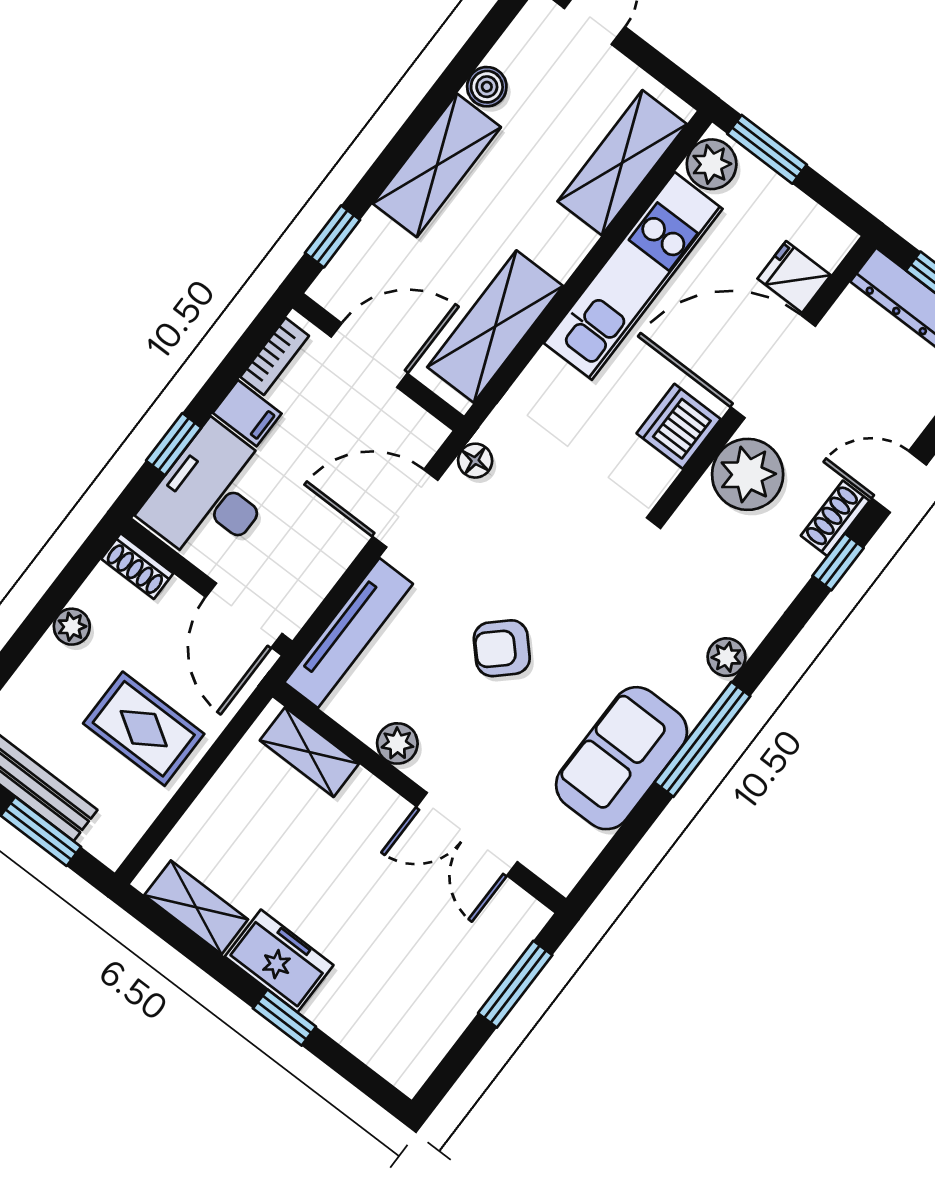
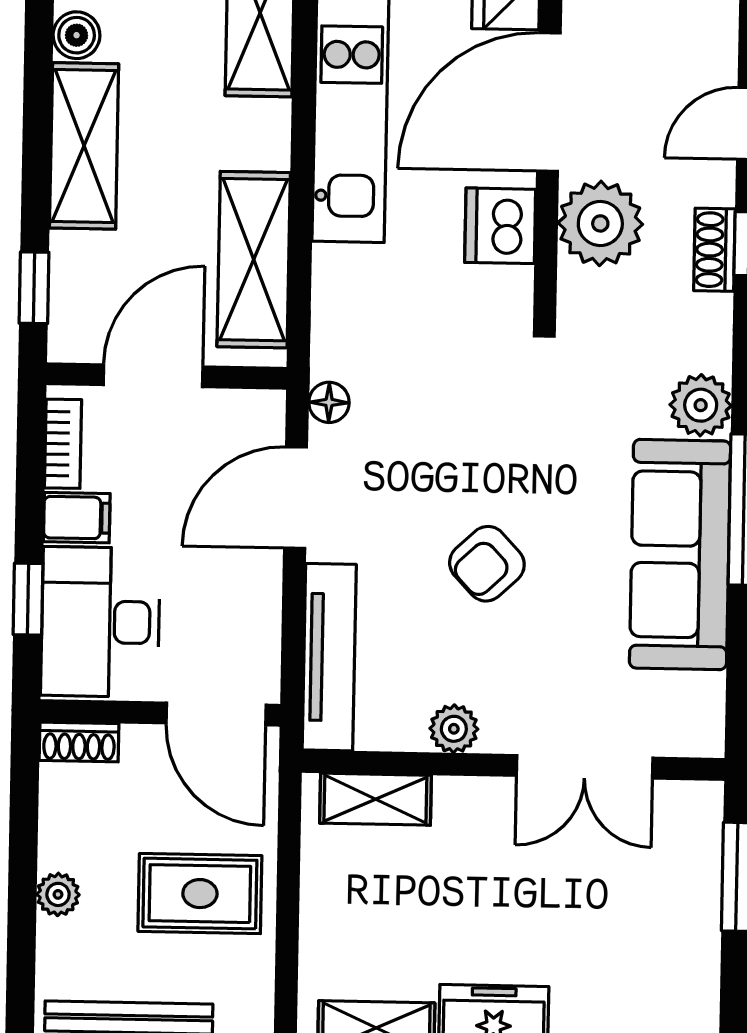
shoe rack: (835, 518) -> (714, 250), moved
plant: (72, 627) -> (58, 894), moved
plant: (726, 657) -> (701, 405), width x1.38, depth x1.38
sofa: (622, 758) -> (680, 555), width x1.36

